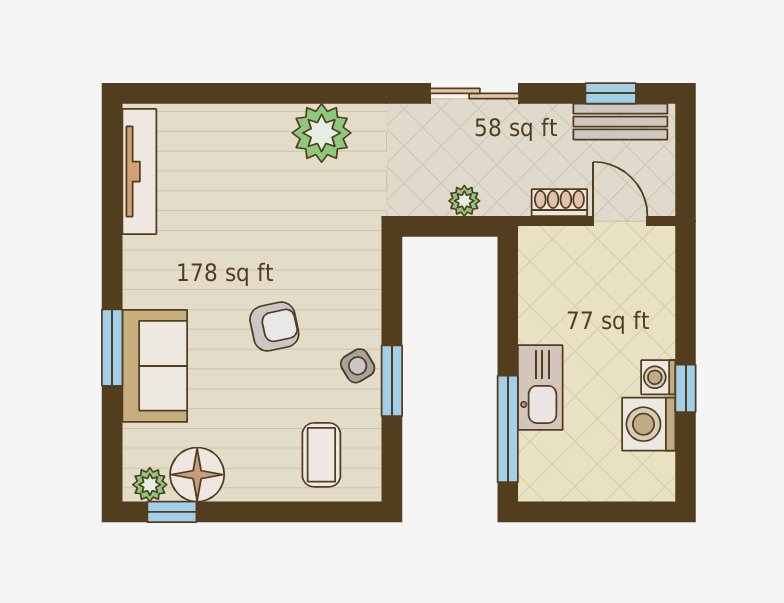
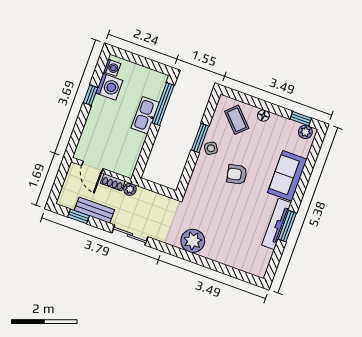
bench: (620, 122) -> (94, 210), moved
tv unit: (139, 172) -> (277, 224), moved
plant: (464, 201) -> (130, 189), moved
window: (112, 348) -> (287, 226), moved
washing machine: (658, 377) -> (112, 68), moved
coffee table: (321, 455) -> (237, 120), turned -44
floor lamp: (197, 475) -> (263, 116), moved, width x0.53, depth x0.53

